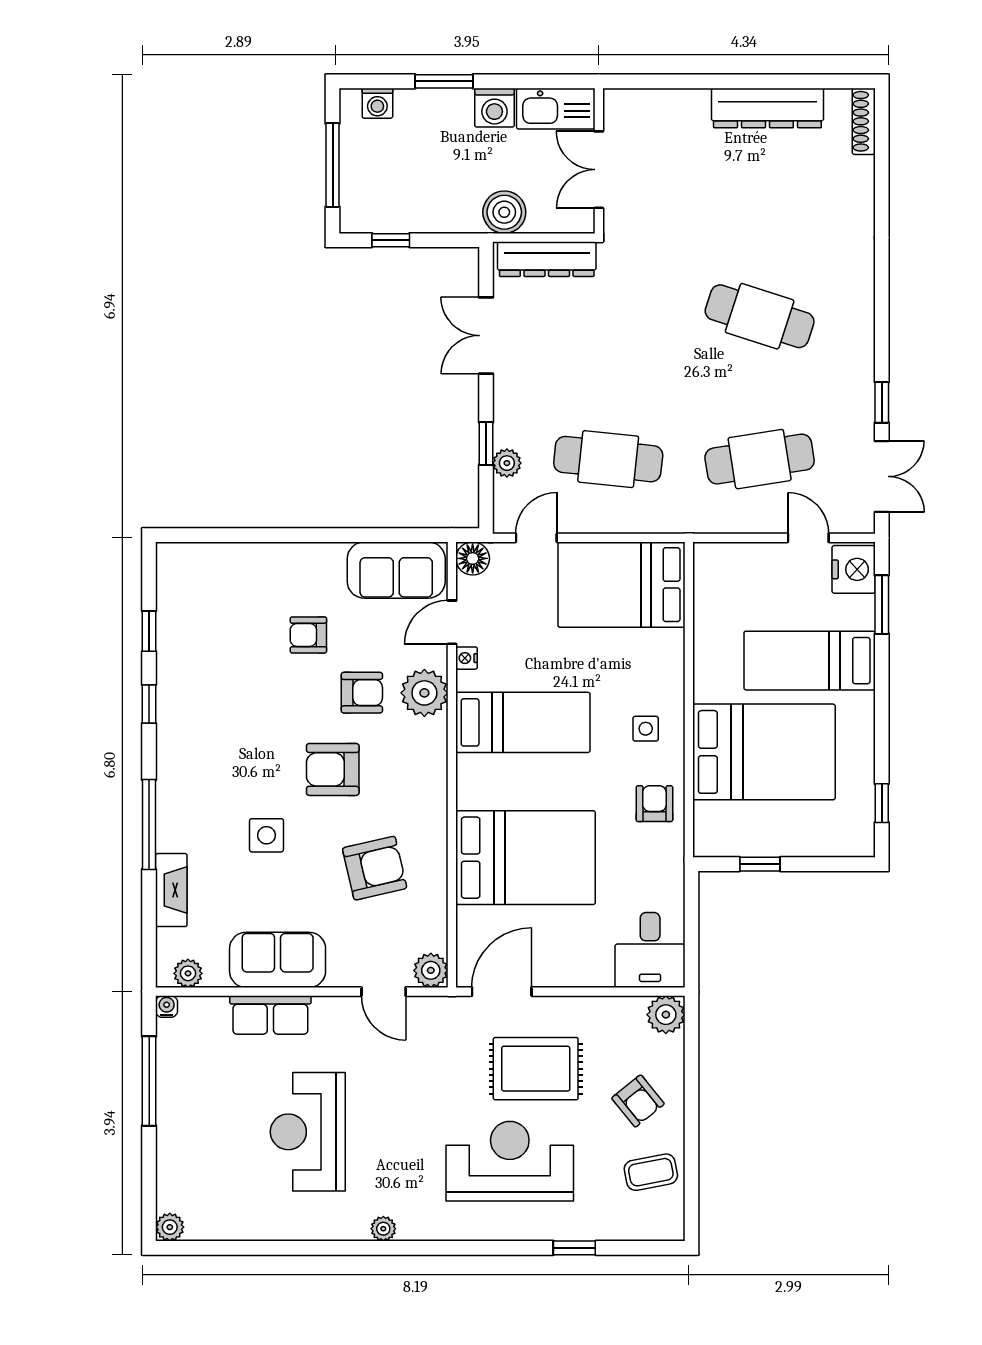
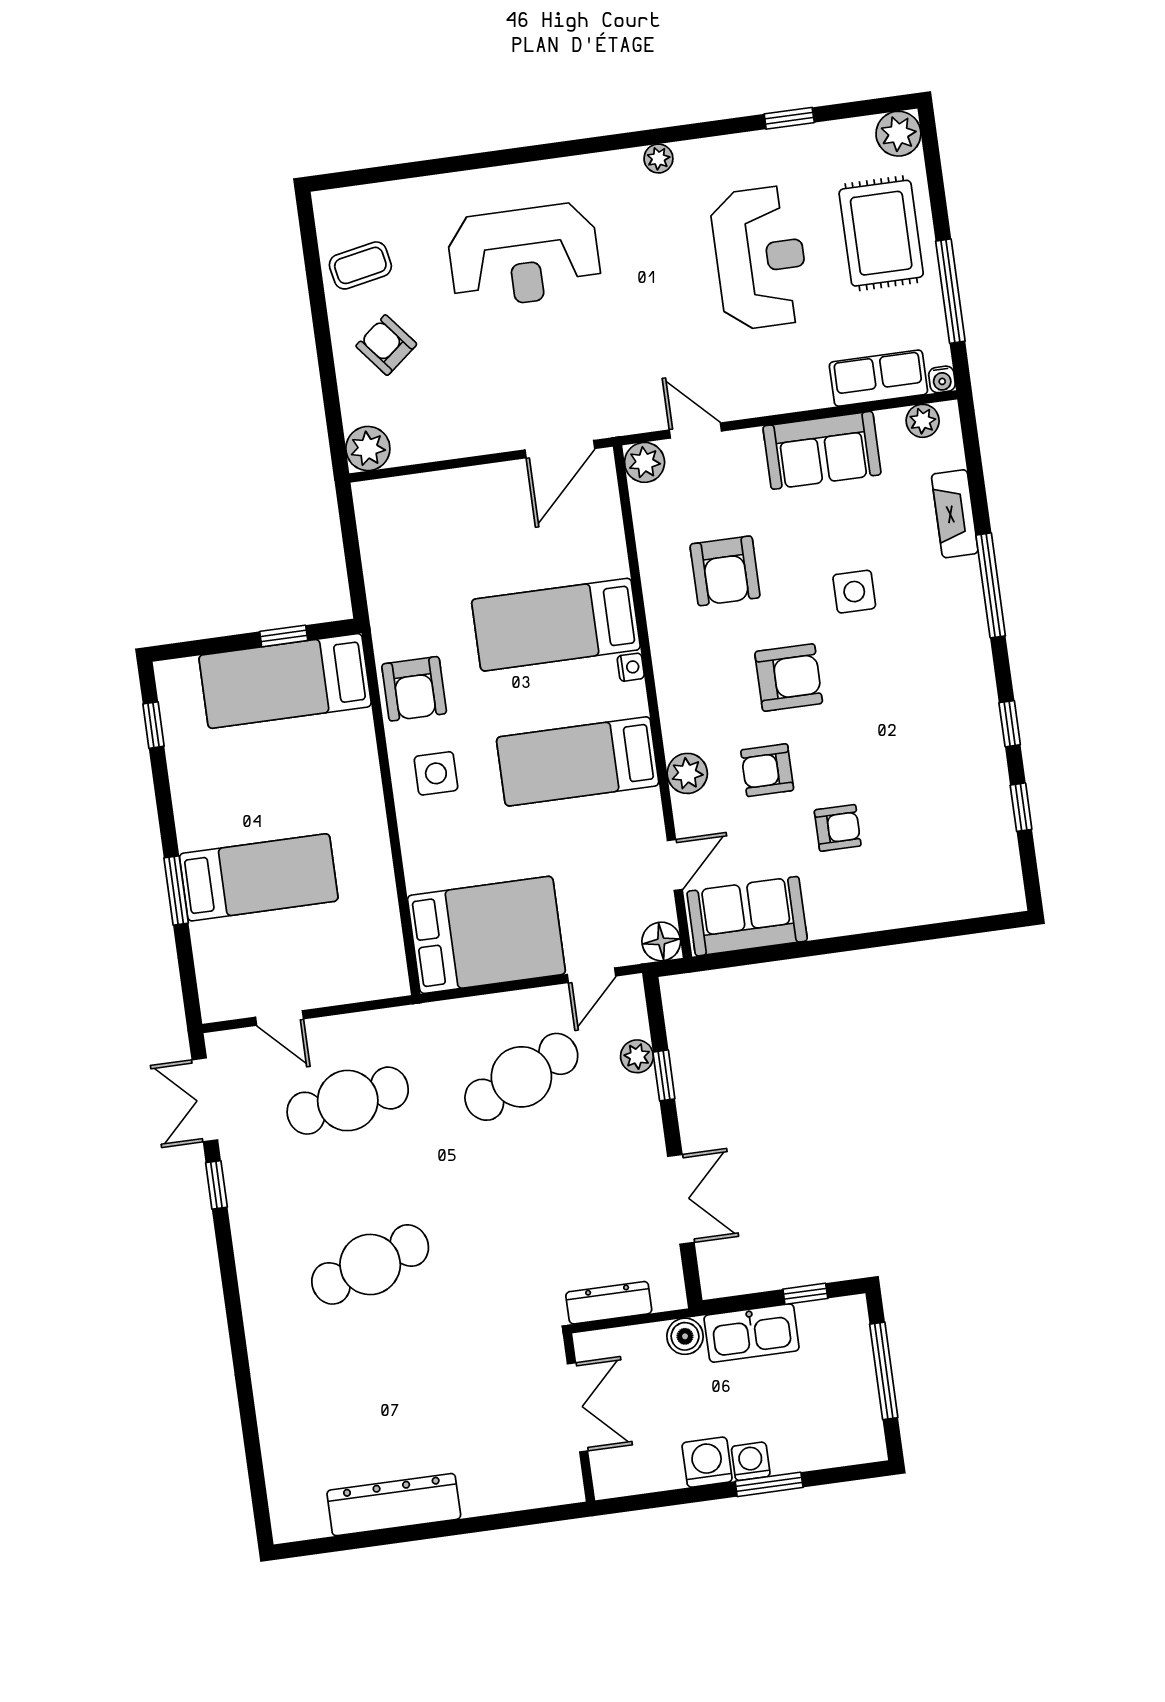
washing machine: (377, 103) -> (751, 1461), moved
kitchen sink: (556, 109) -> (752, 1333), moved, turned 180
shoe rack: (864, 121) -> (281, 1505), removed
boiler: (504, 212) -> (685, 1336), width x0.73, depth x0.73
dresser: (547, 259) -> (609, 1303), width x0.73, depth x0.80
cafe table: (760, 316) -> (370, 1264), turned -36
cafe table: (608, 459) -> (521, 1077), turned -30
nightstand: (854, 569) -> (222, 989), removed
window: (882, 605) -> (176, 890), moved
nightstand: (467, 658) -> (631, 667), moved
plant: (424, 693) -> (687, 773), width x0.73, depth x0.73
side table: (646, 729) -> (436, 773), width x1.37, depth x1.37
bed: (764, 752) -> (285, 681), moved, width x0.67
armchair: (654, 804) -> (414, 689), width x1.38, depth x1.38
bed: (526, 858) -> (556, 625), width x0.67
armchair: (375, 868) -> (725, 571), turned -77
desk: (650, 950) -> (396, 520), removed
row of seats: (270, 1015) -> (878, 378), moved
rug: (536, 1069) -> (881, 233), moved, turned 90
plant: (170, 1227) -> (898, 134), width x1.38, depth x1.38
window: (574, 1248) -> (789, 118), moved

